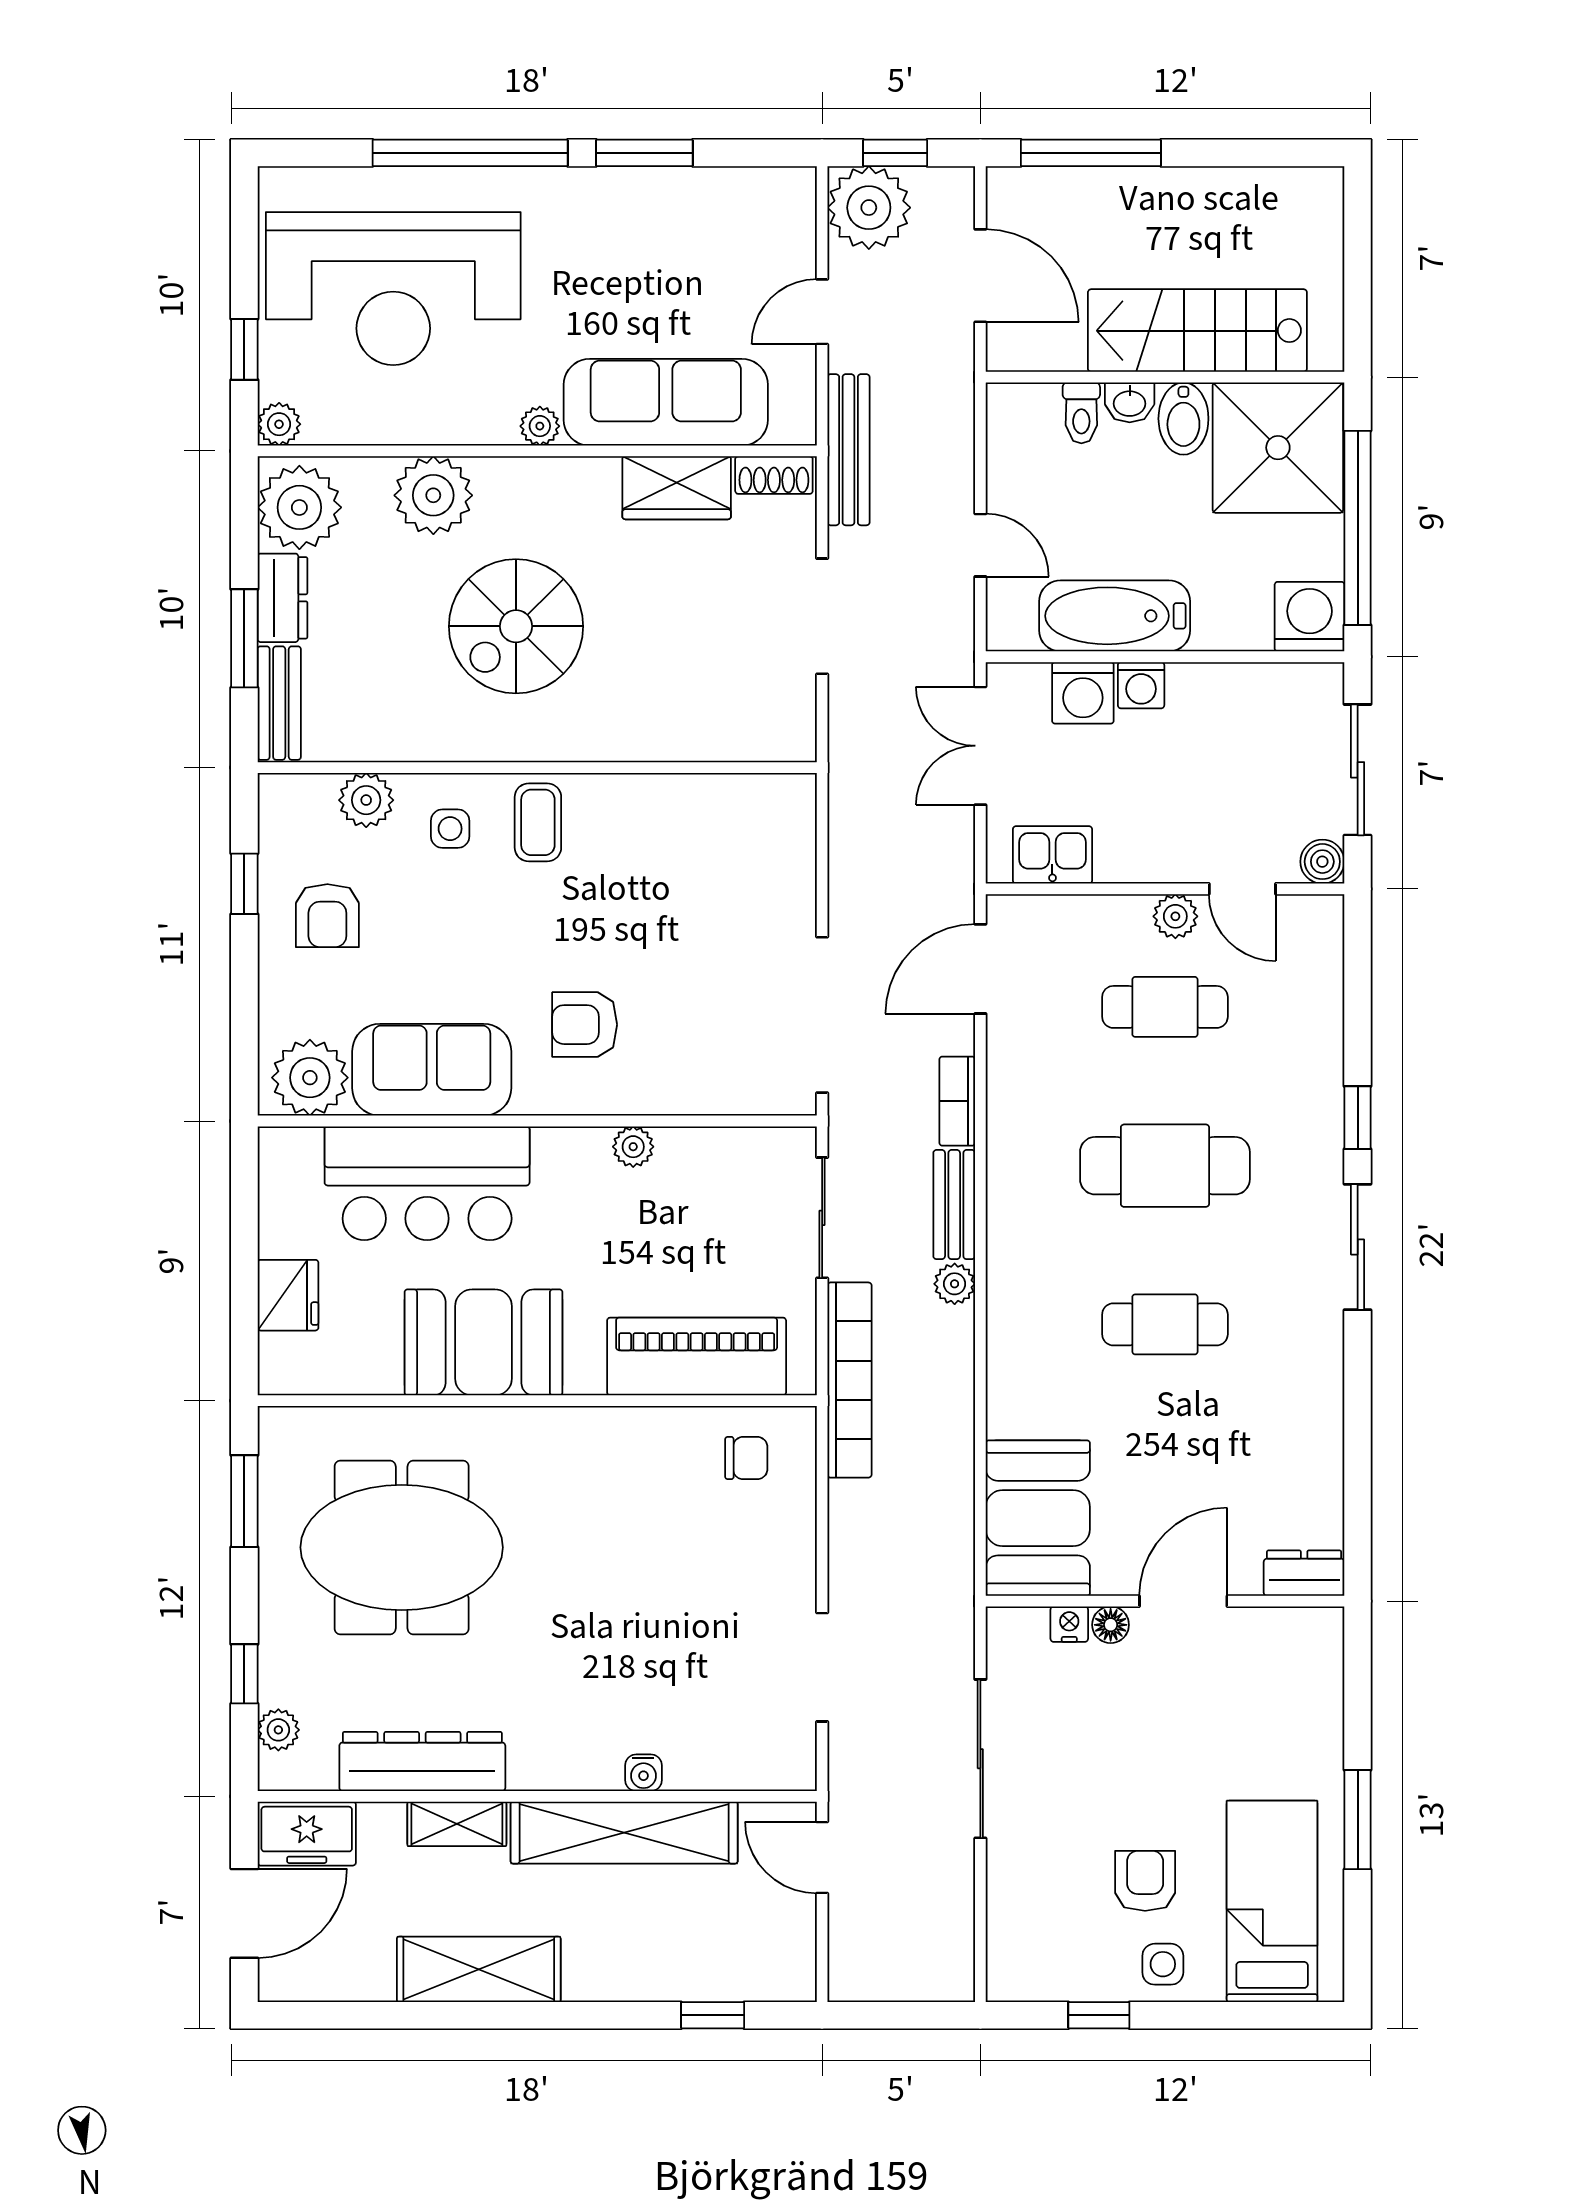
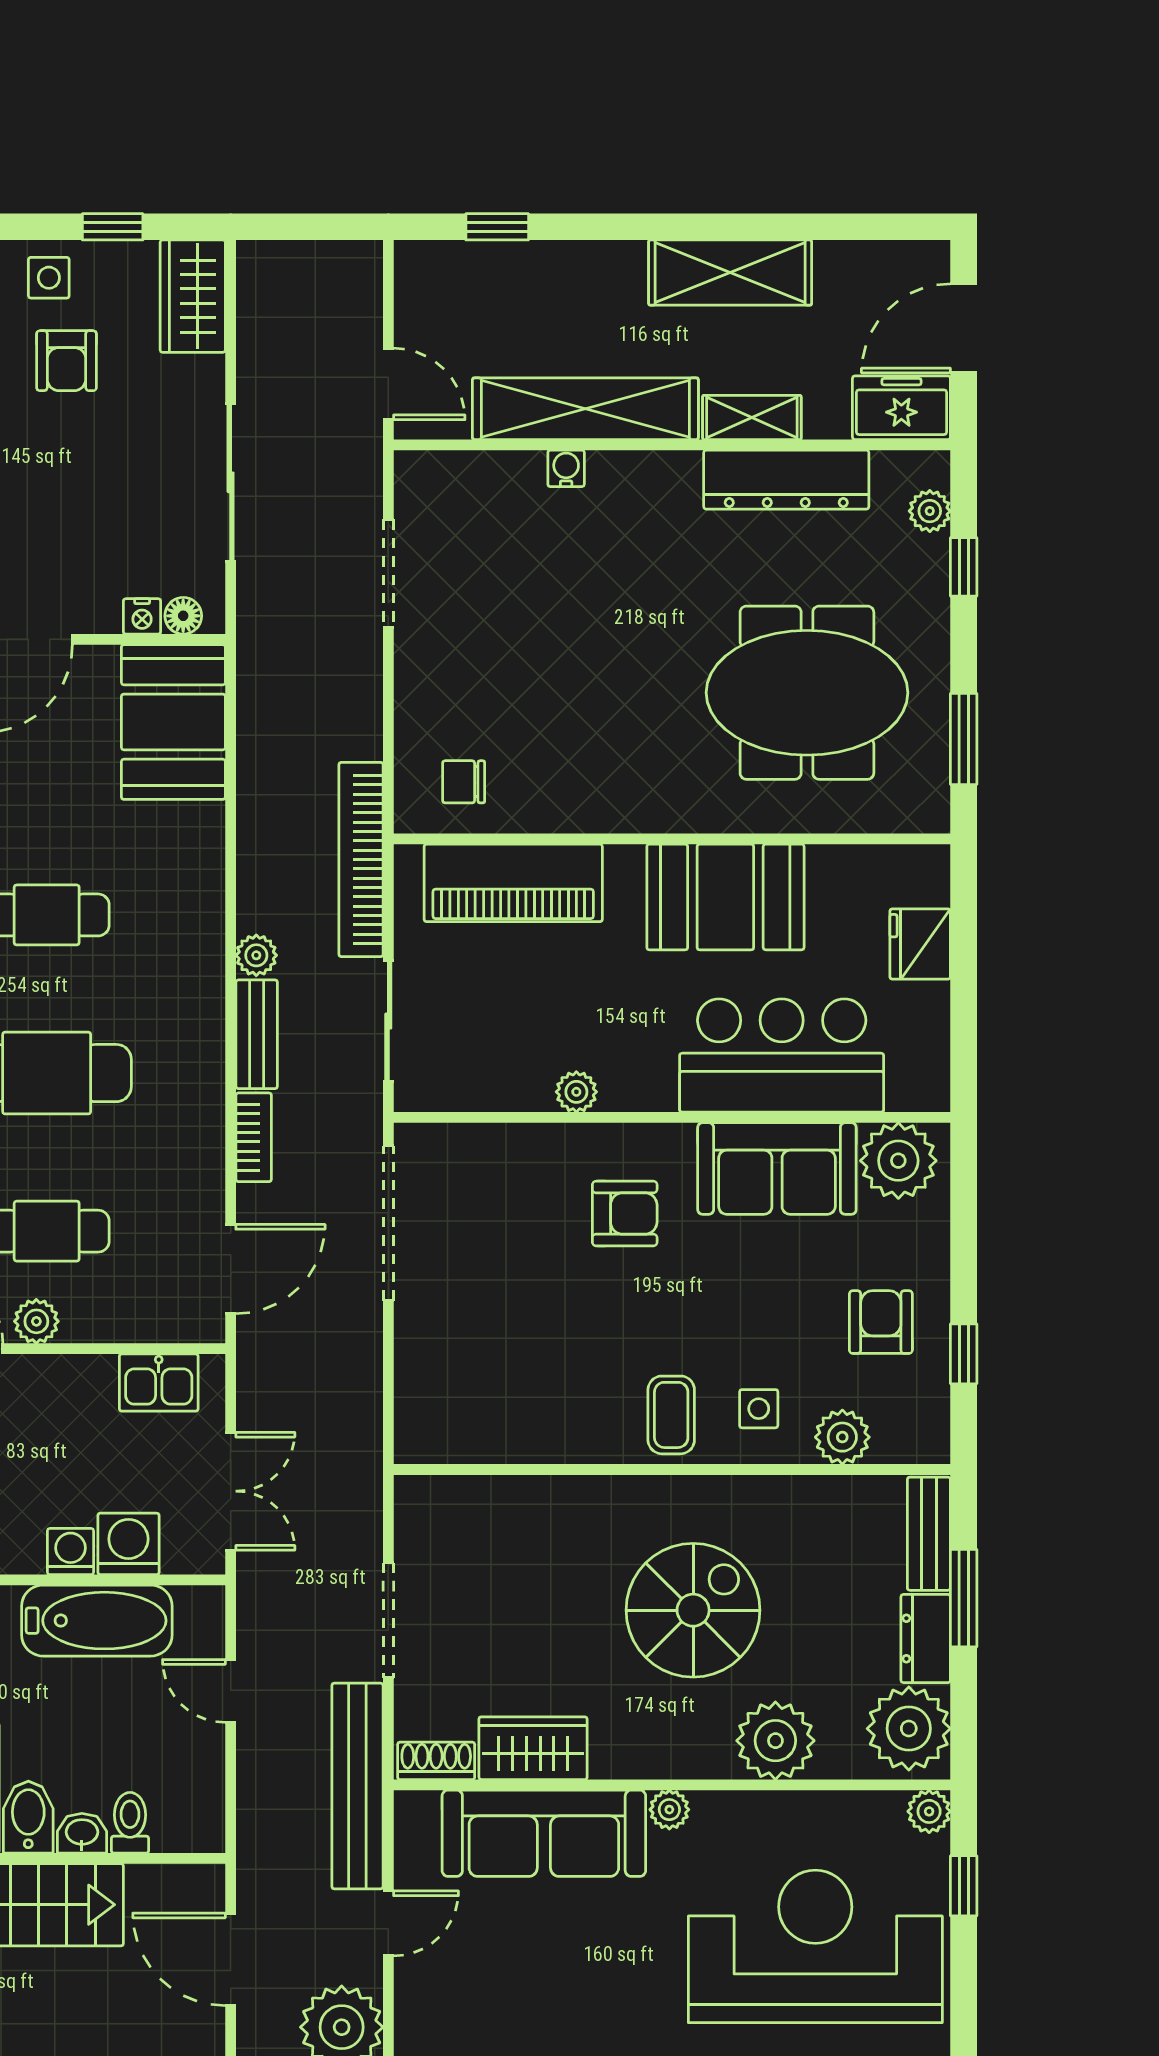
bench: (848, 450) -> (357, 1786), width x1.37, depth x1.21
floor lamp: (1111, 1625) -> (183, 616), moved
wardrobe: (1018, 1946) -> (193, 296), added

